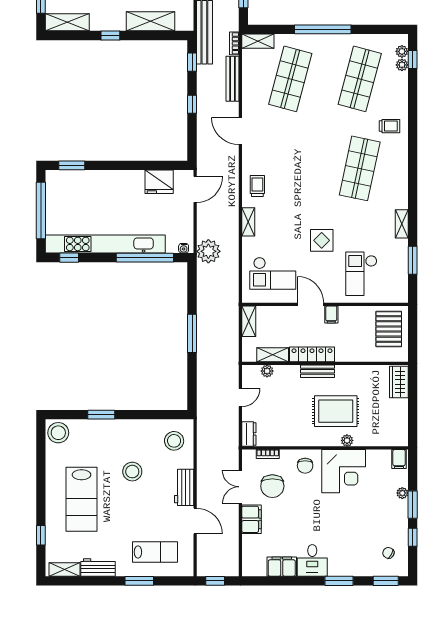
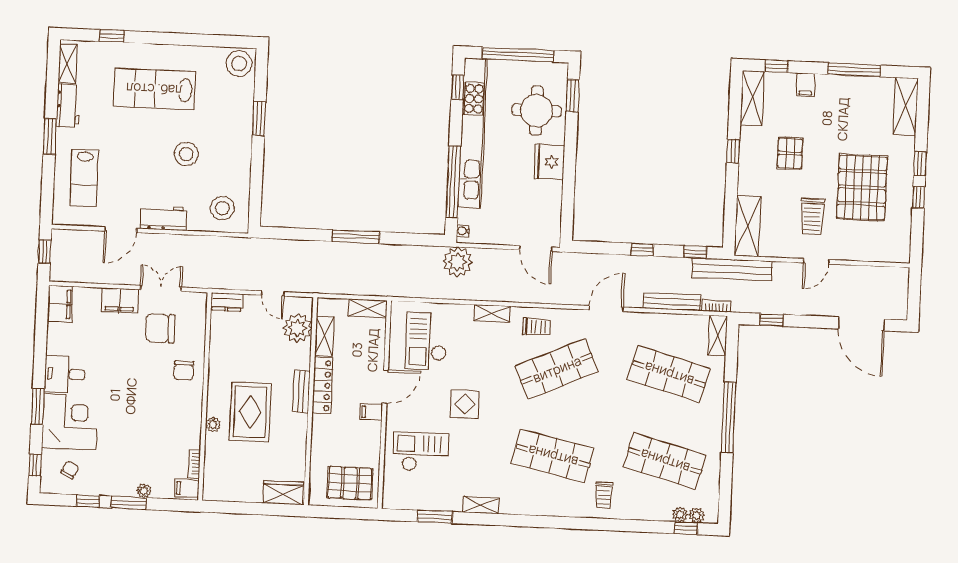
shelving: (151, 21) -> (748, 226), moved
shop shelf: (290, 168) -> (557, 369), added
fridge: (159, 182) -> (549, 162), moved
round table: (85, 194) -> (537, 111), added
plant: (267, 371) -> (298, 328), width x1.87, depth x1.87
bookcase: (268, 454) -> (194, 464), moved
chair: (305, 466) -> (184, 371), turned -90
corner desk: (344, 471) -> (70, 422), moved, turned 180
filing cabinet: (282, 567) -> (60, 304), moved
window: (139, 581) -> (50, 136), moved
window: (386, 581) -> (35, 465), width x0.67

